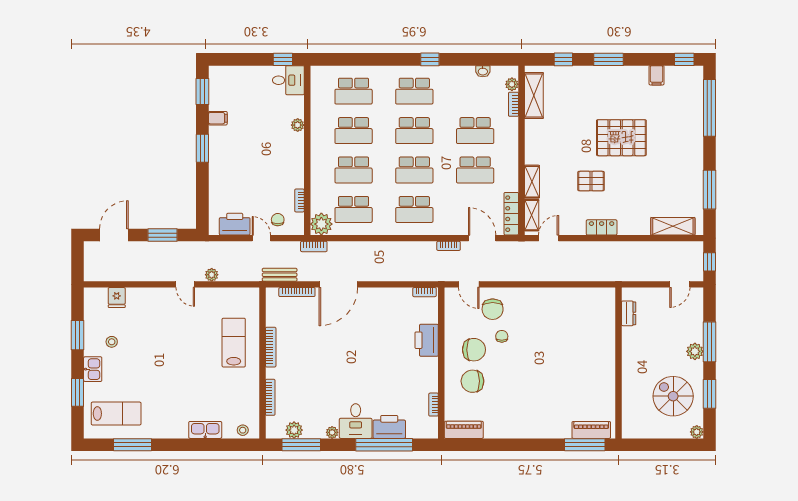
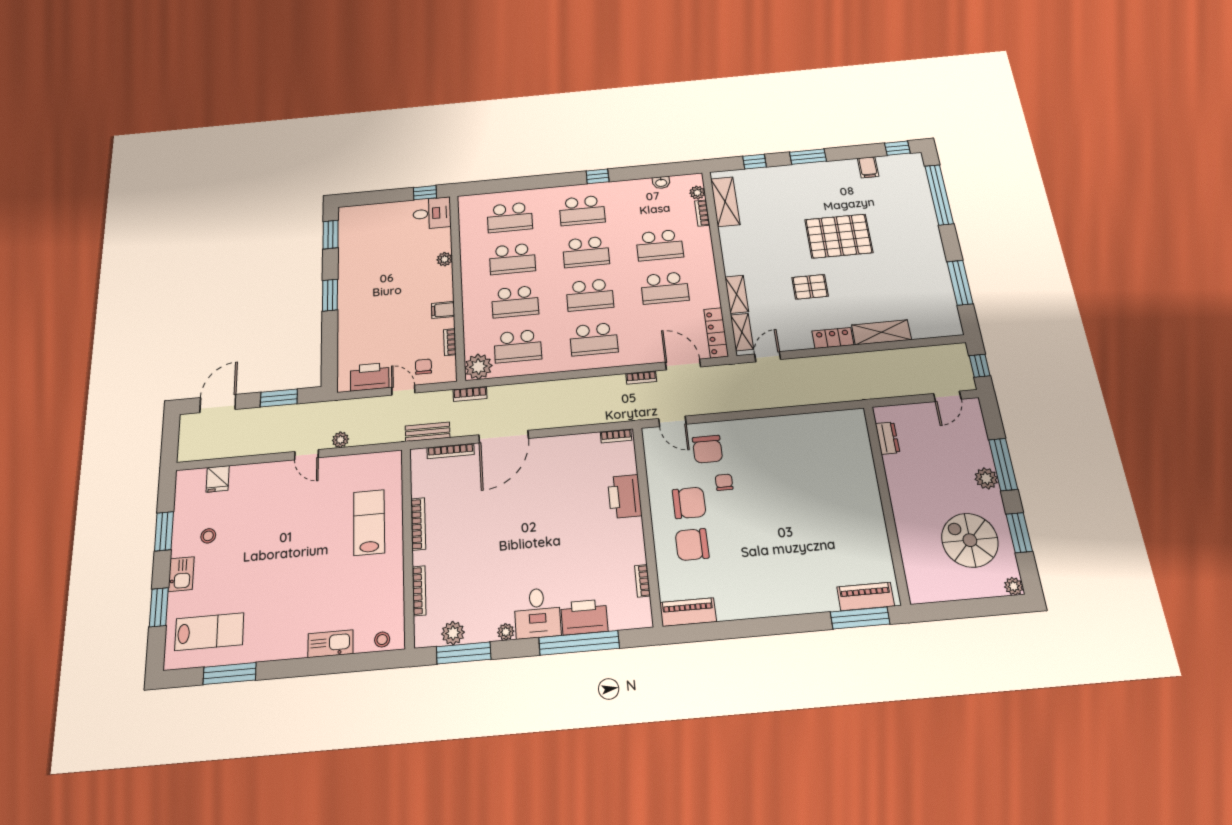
filing cabinet: (218, 118) -> (443, 310), moved, turned 180
shelving: (673, 226) -> (881, 332), moved

